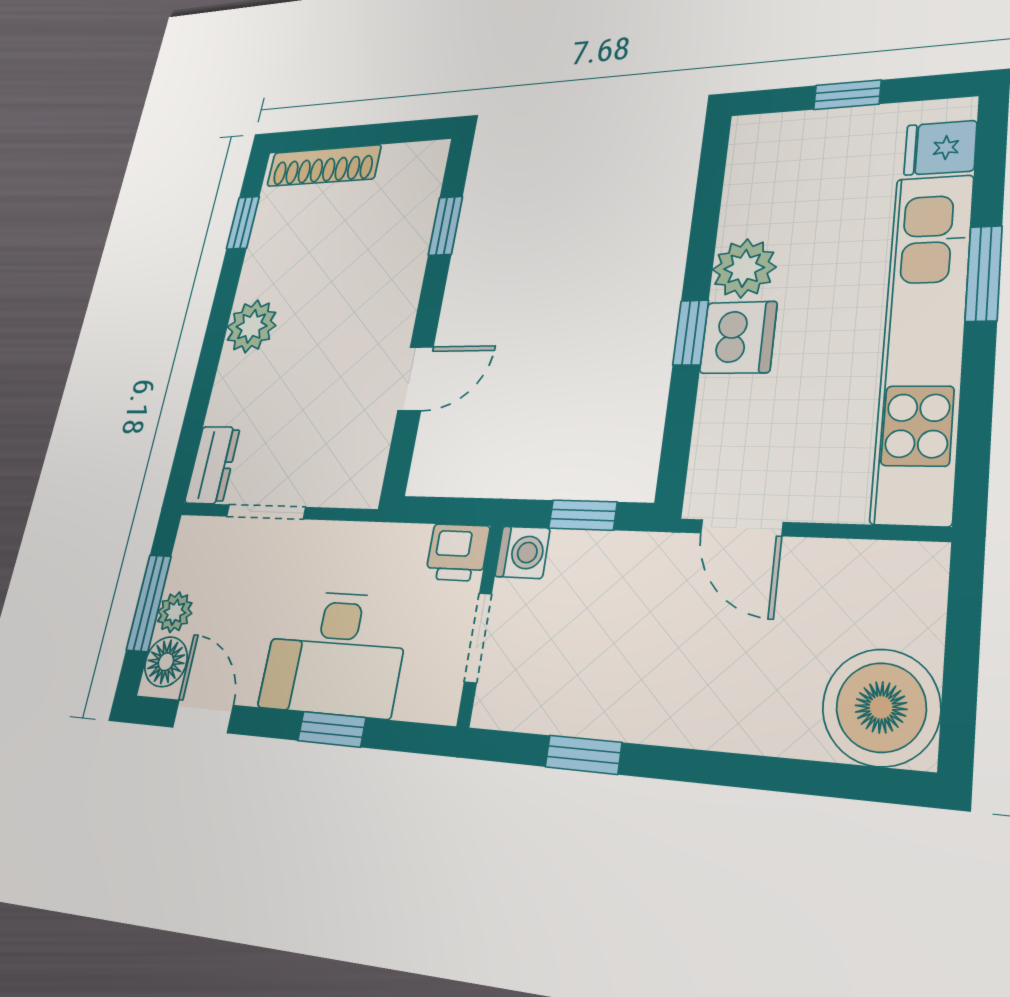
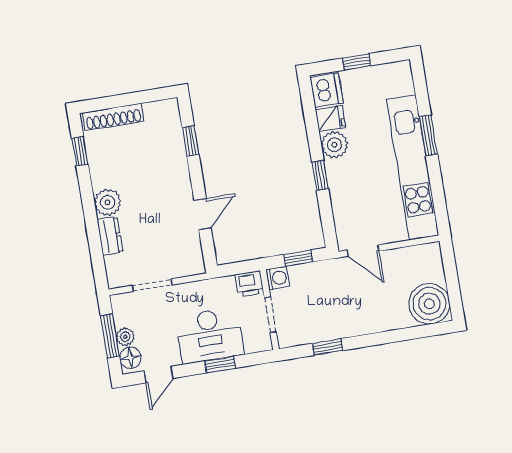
fridge: (940, 148) -> (330, 118), moved, turned 180
dishwasher: (738, 337) -> (327, 90), moved
dresser: (212, 465) -> (110, 236), moved
door: (203, 716) -> (159, 375), swing flipped

